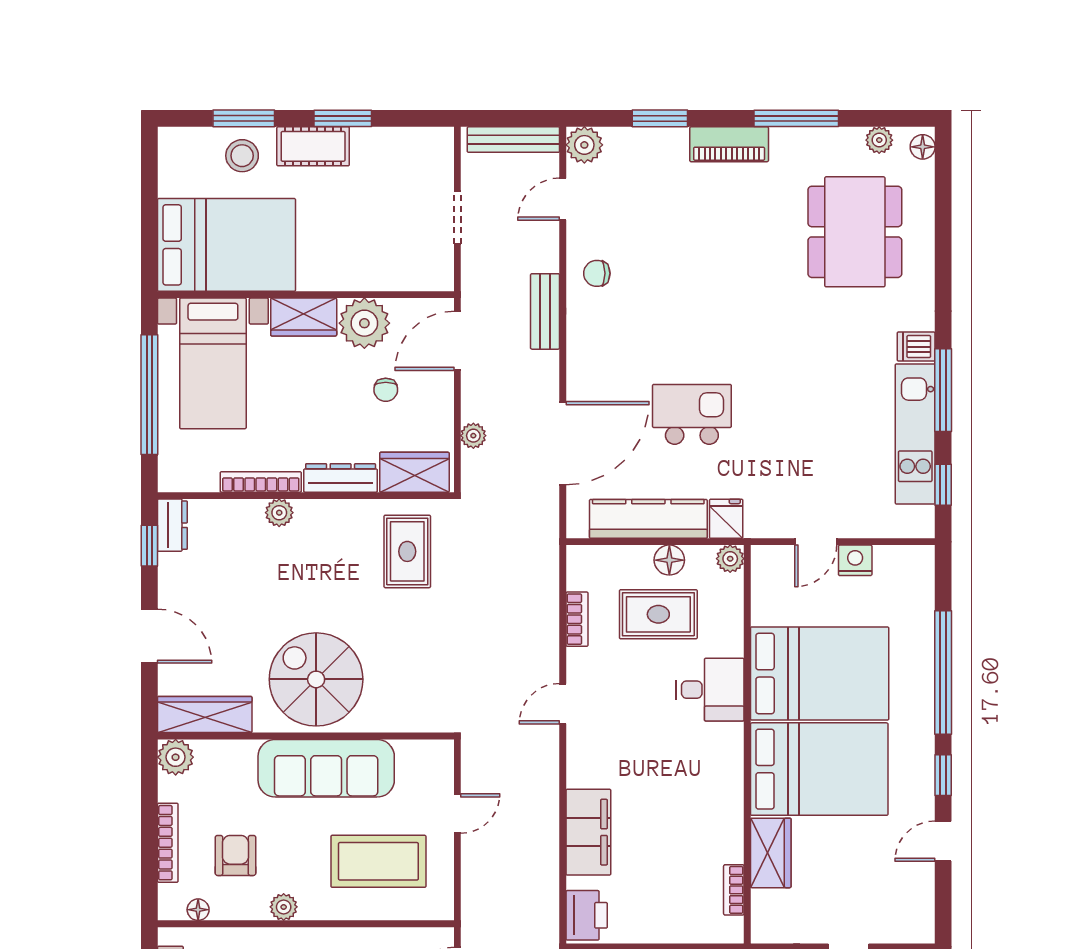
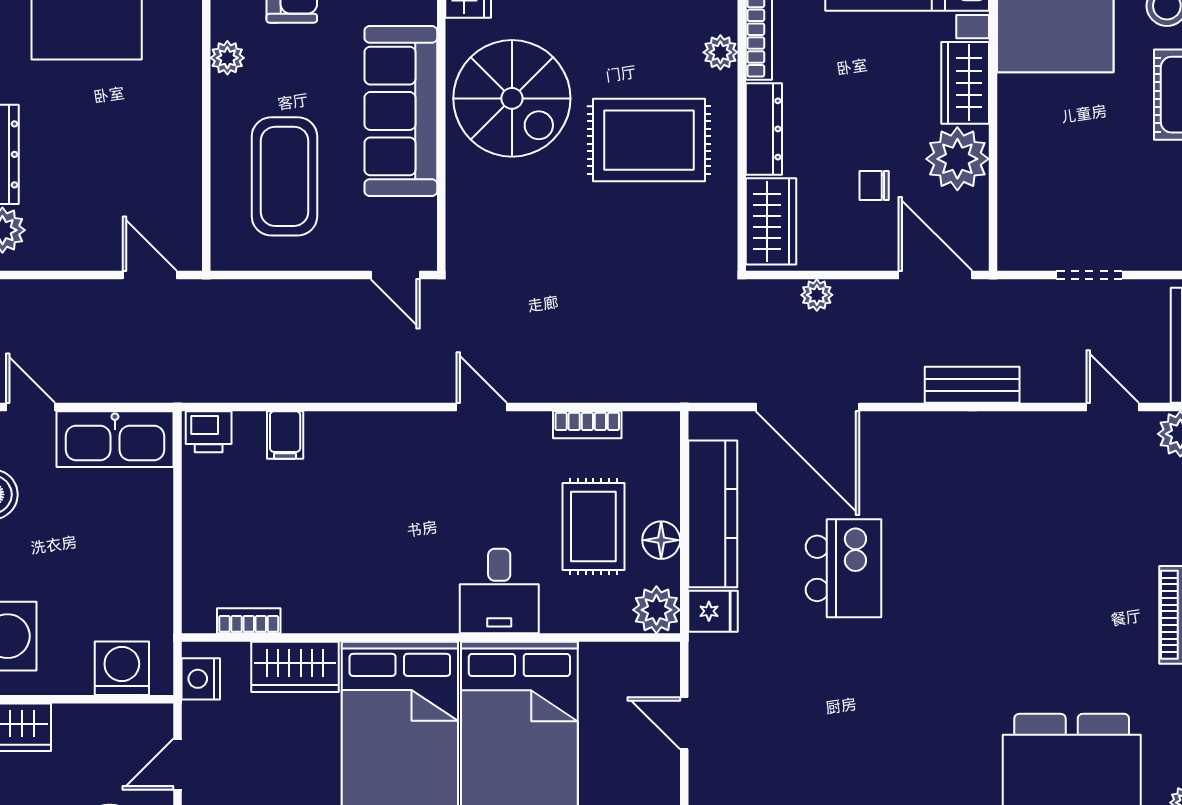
chair: (597, 273) -> (1020, 450), removed
rug: (407, 551) -> (649, 140), moved, width x1.36, depth x1.43
plant: (730, 559) -> (656, 610), width x1.38, depth x1.38
nightstand: (855, 560) -> (201, 679), moved, turned 180
spiral stairs: (316, 679) -> (512, 98), turned 90
door: (457, 813) -> (395, 275), moved
filing cabinet: (588, 832) -> (285, 435), width x0.33, depth x0.86
printer: (587, 915) -> (209, 432), width x0.73, depth x0.81

